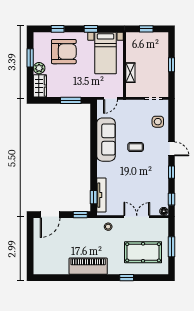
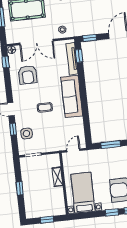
window: (91, 29) -> (112, 212), moved
sofa: (106, 140) -> (72, 96), moved
window: (172, 172) -> (13, 129), moved
armchair: (150, 183) -> (28, 75), added
double door: (137, 217) -> (36, 42), width x1.37

